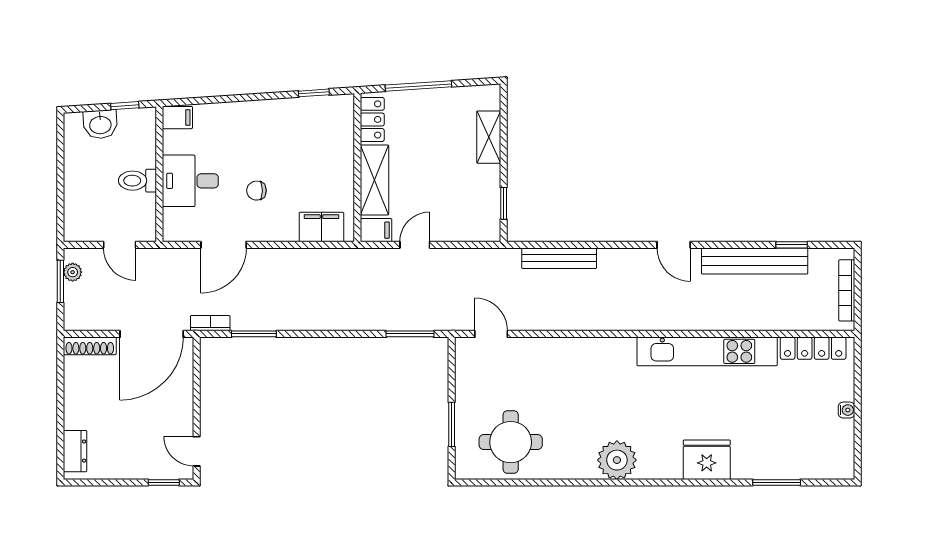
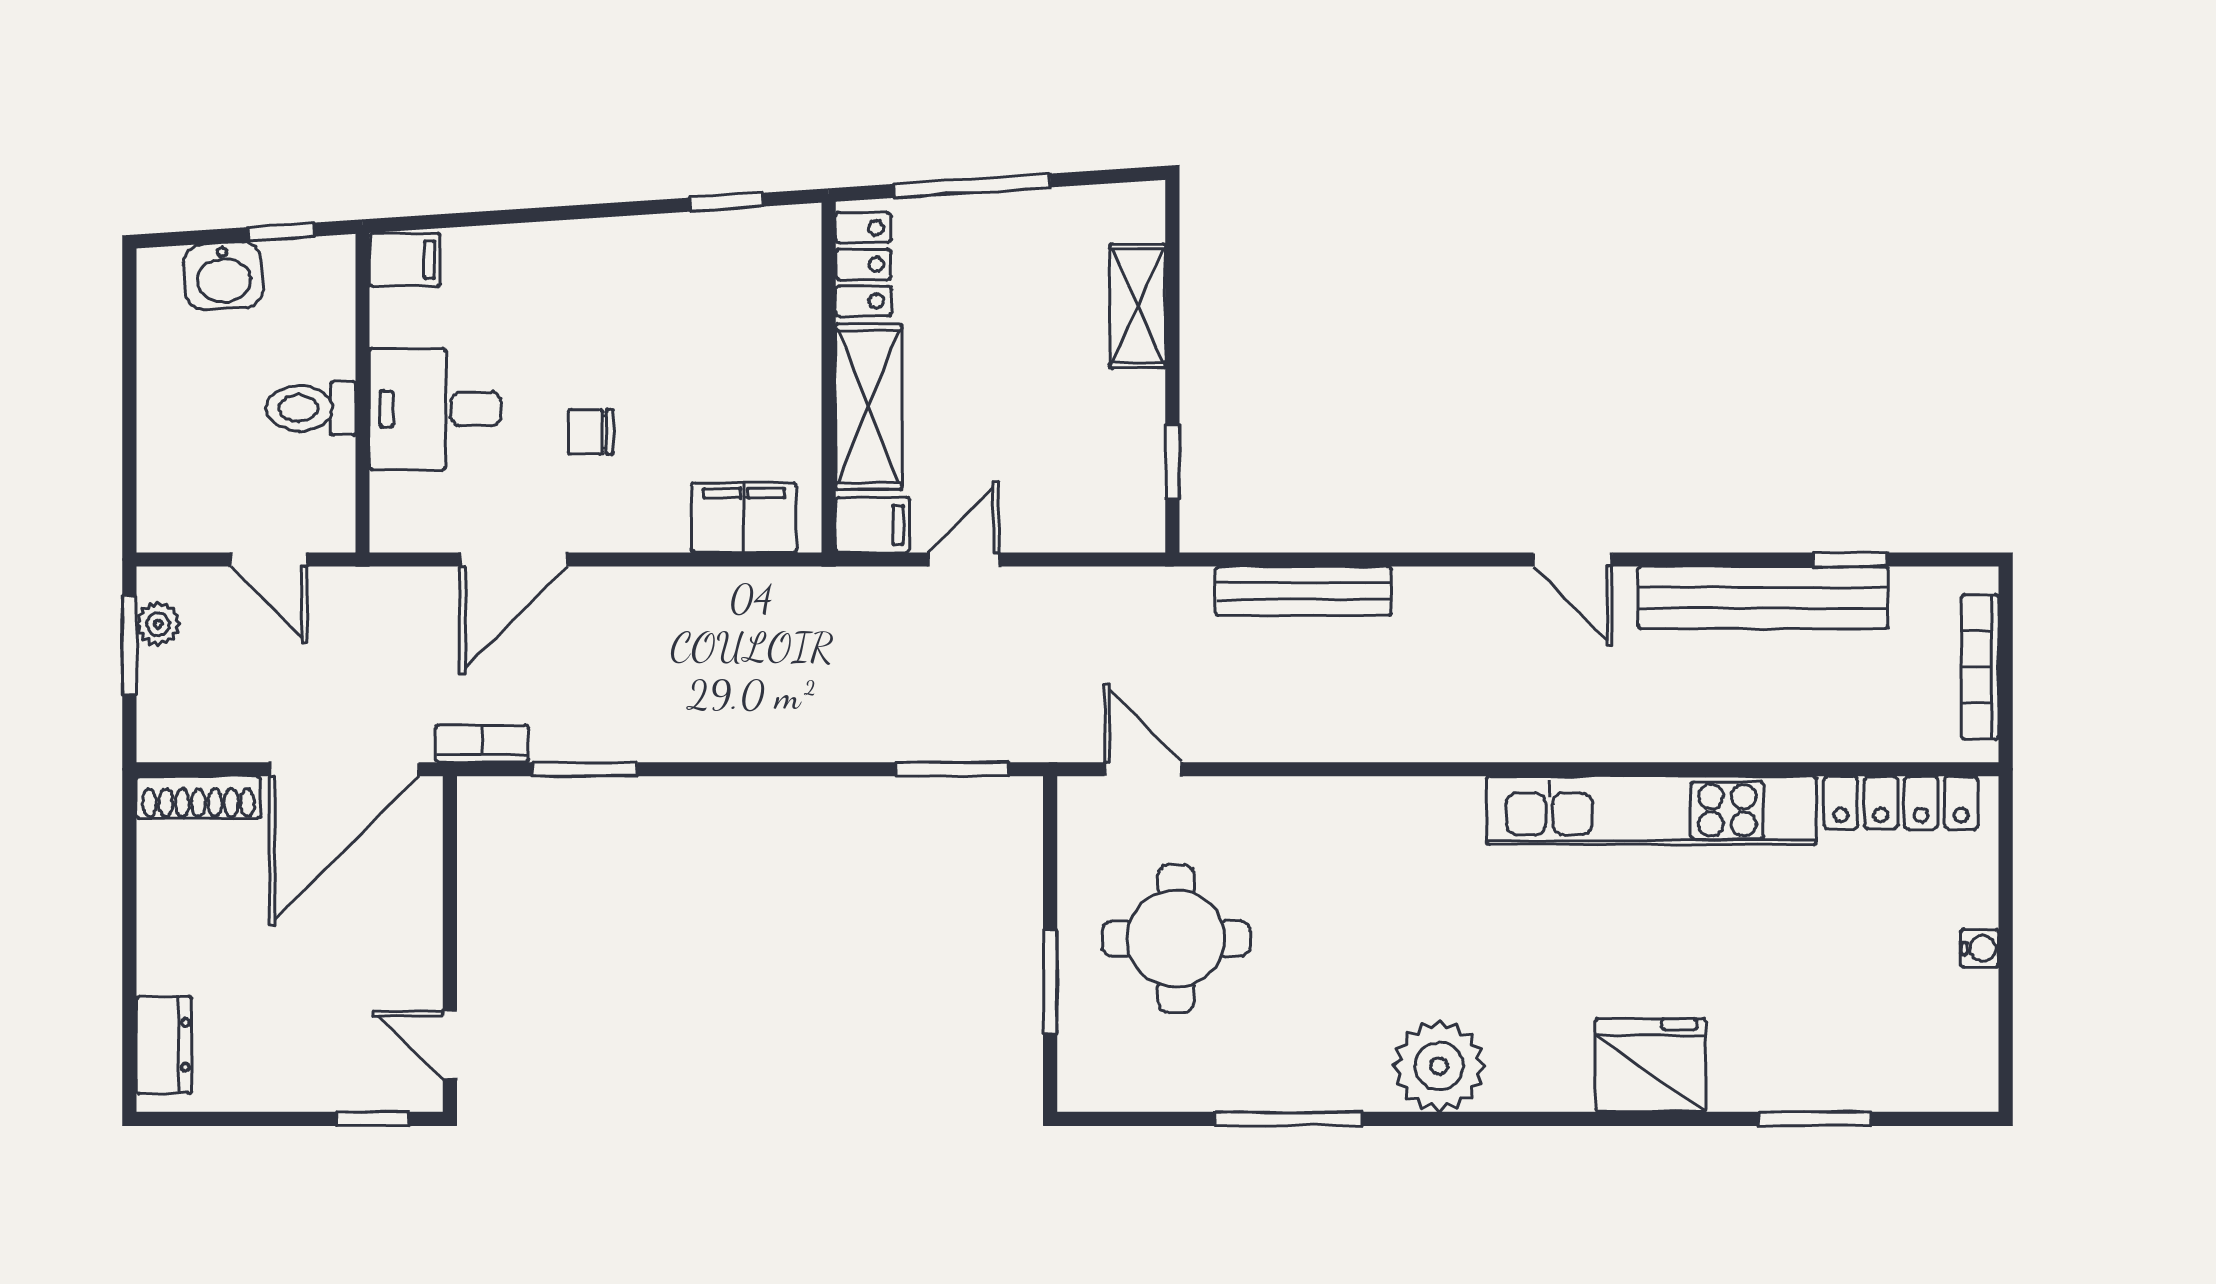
round table: (511, 442) -> (1176, 939), moved
window: (553, 482) -> (1288, 1119), added

